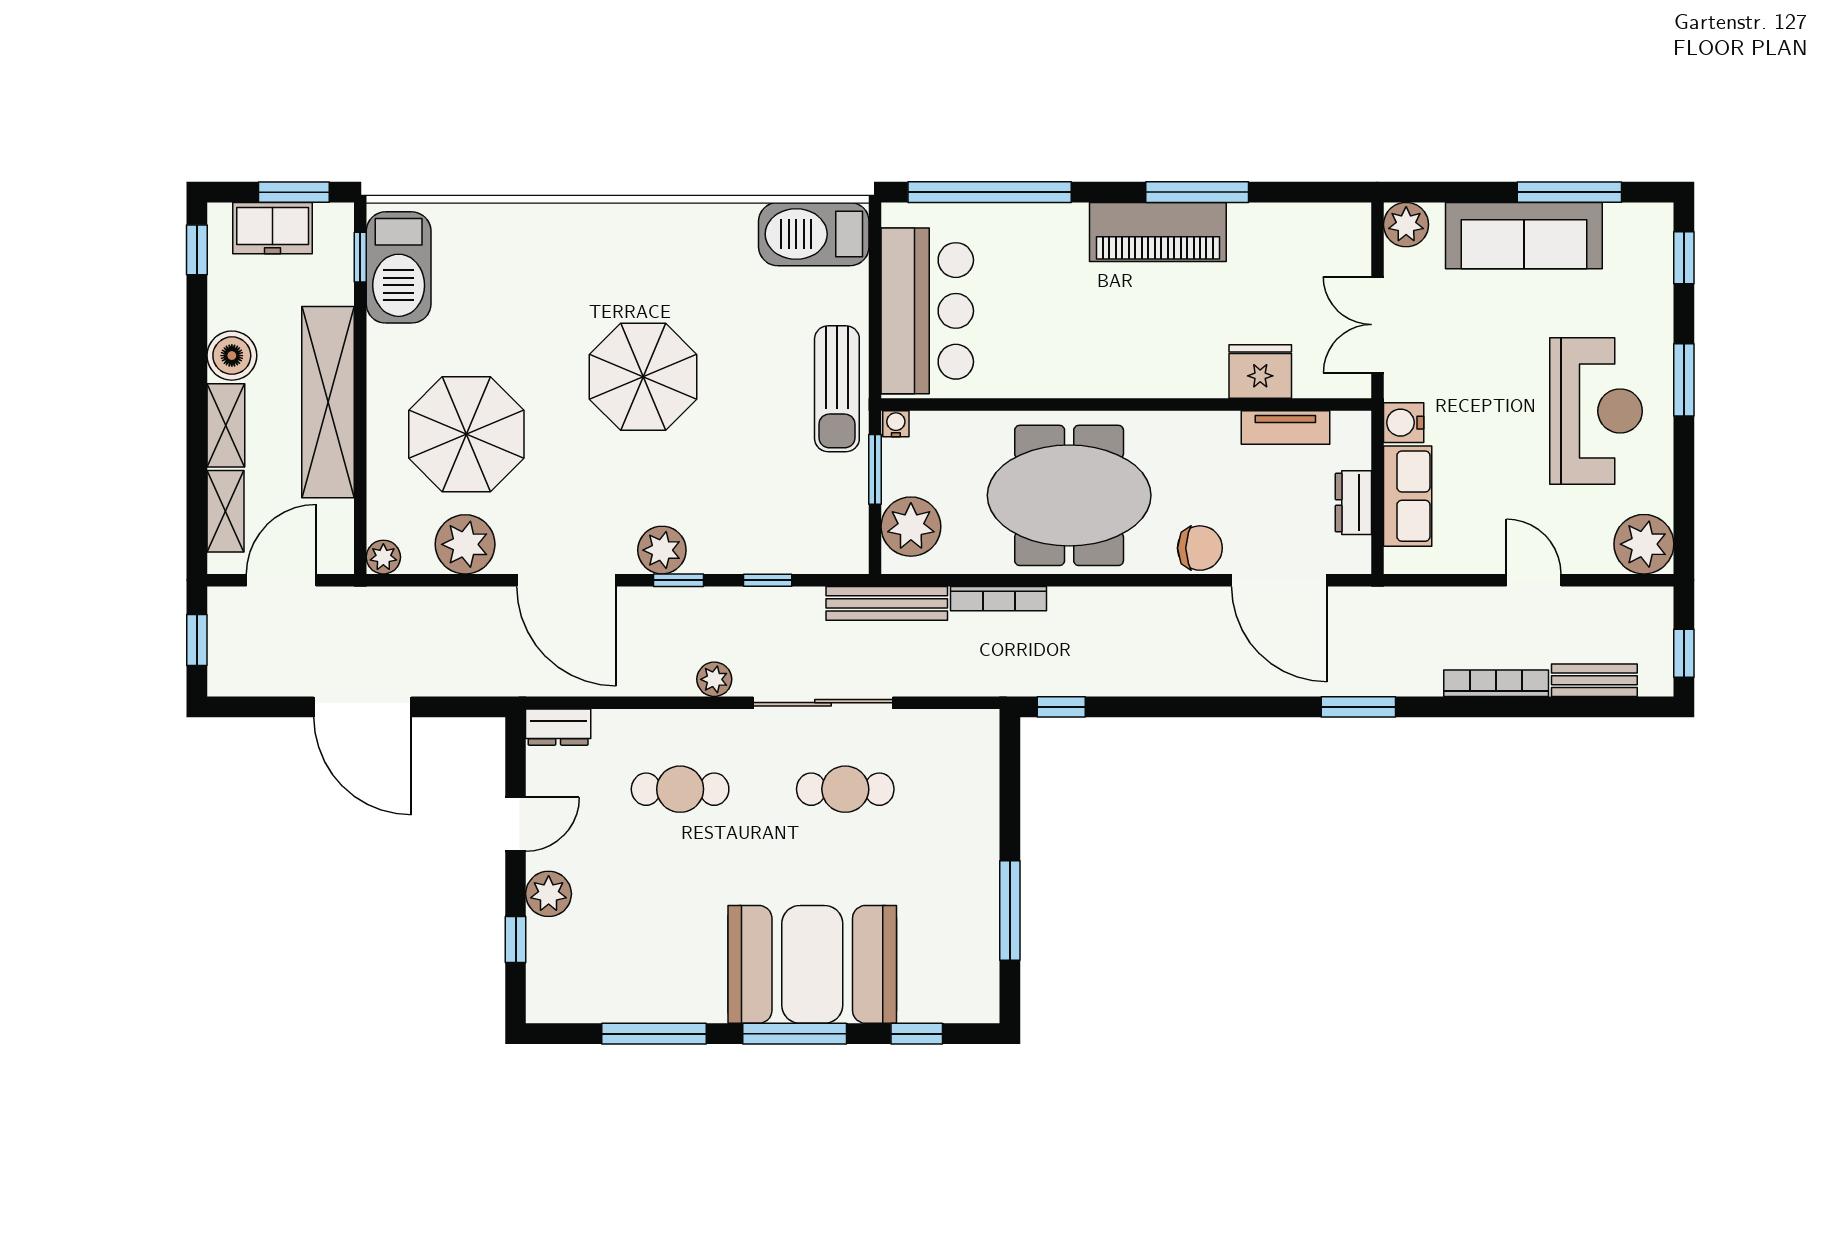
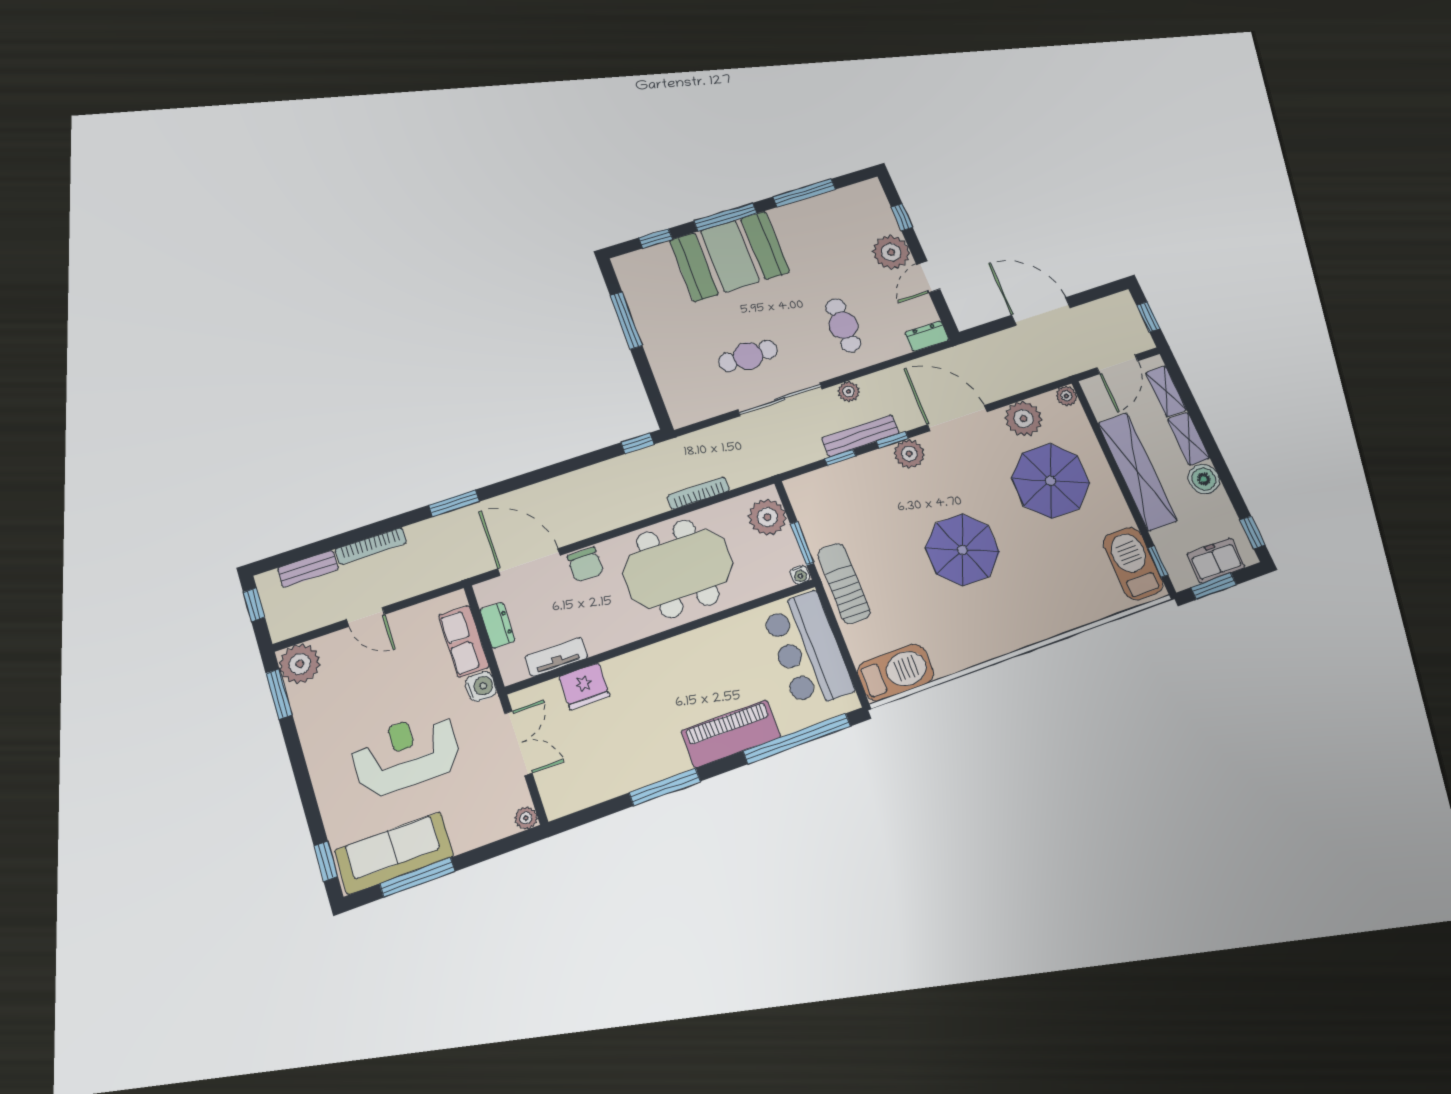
plant: (1406, 225) -> (526, 818), width x0.73, depth x0.73
piano: (1158, 232) -> (731, 734), moved
sofa: (1524, 236) -> (394, 853), moved
window: (1684, 380) -> (279, 694), moved
reception desk: (1596, 411) -> (406, 754), moved, turned 90
chair: (1200, 548) -> (585, 565), turned -90
bench: (887, 603) -> (861, 436), moved
cafe table: (680, 789) -> (843, 325), turned 90
plant: (549, 894) -> (891, 252), width x1.36, depth x1.36

